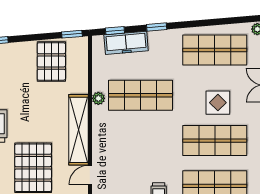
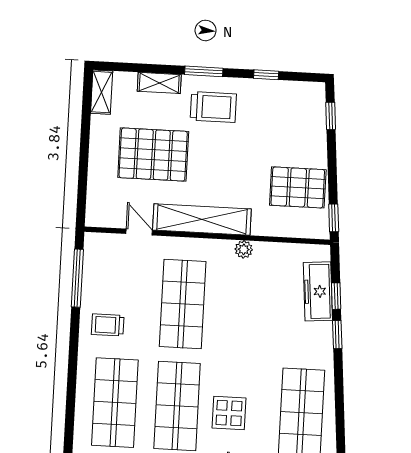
window: (115, 31) -> (336, 296), moved
shop shelf: (141, 95) -> (183, 304), moved

